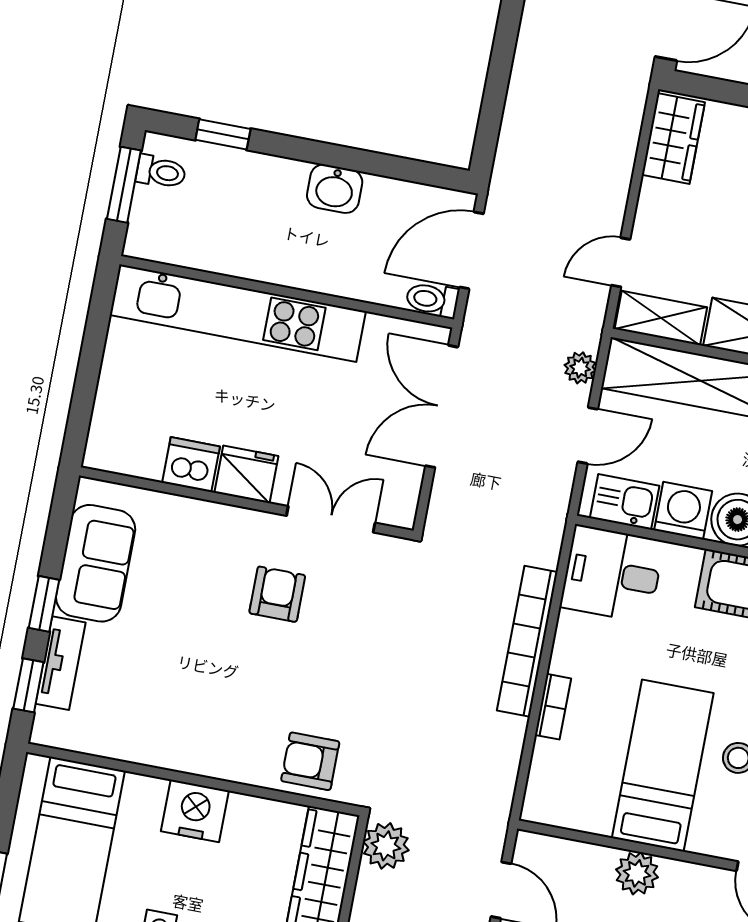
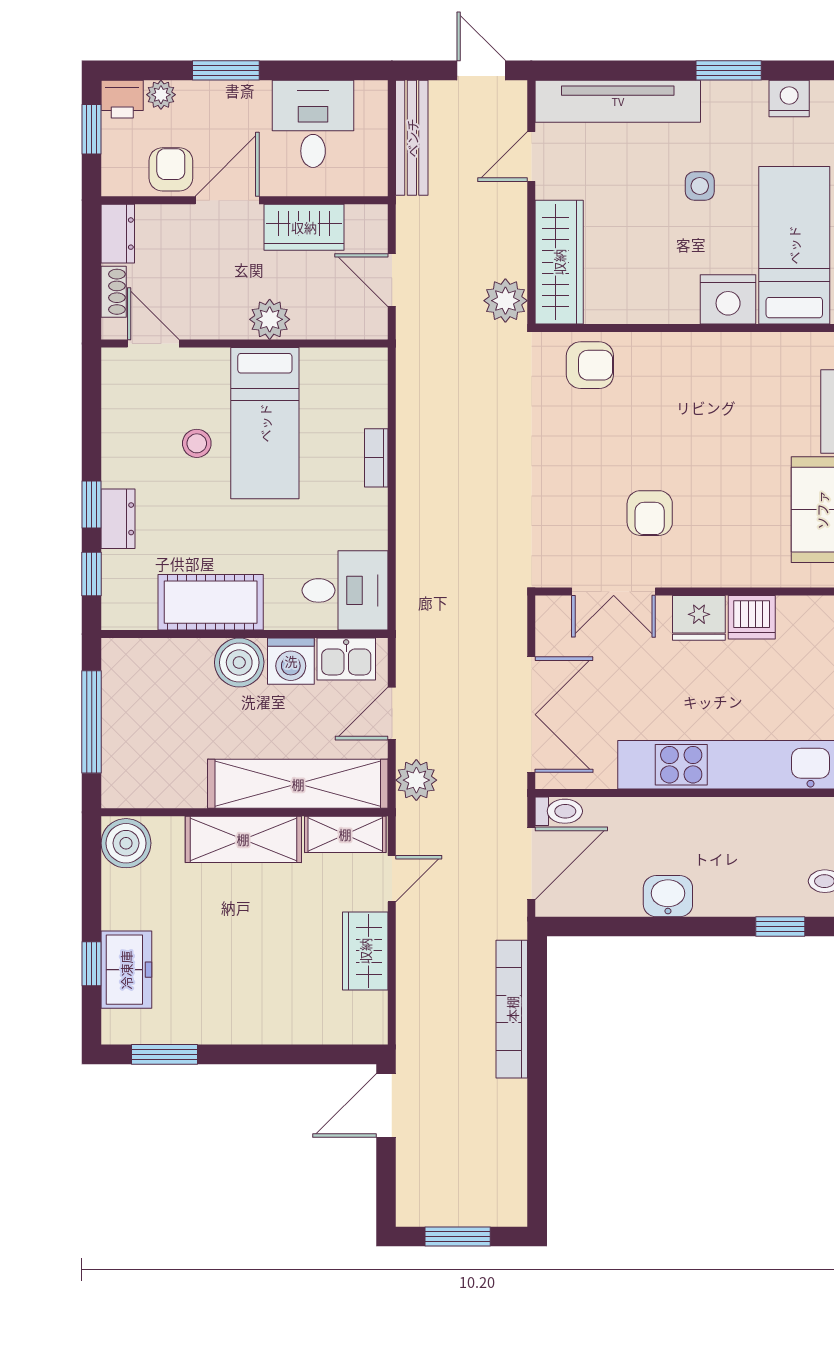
wardrobe: (673, 139) -> (365, 951), moved
plant: (580, 368) -> (416, 780), width x1.38, depth x1.38
bookcase: (527, 641) -> (512, 1009), moved, turned 180
nightstand: (195, 811) -> (728, 299), moved

